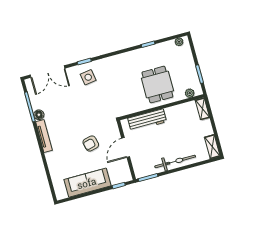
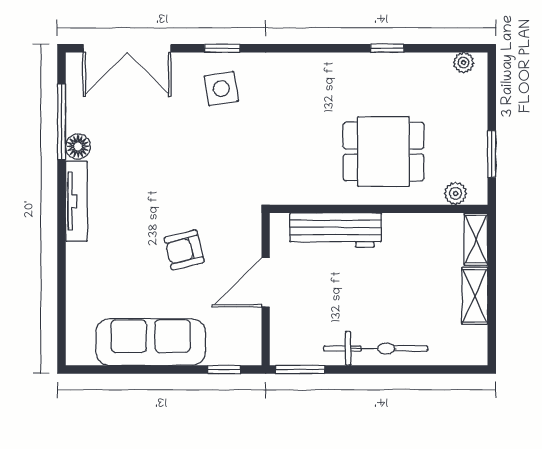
dining table: (157, 85) -> (383, 152), turned 90
shelving: (212, 147) -> (475, 296), moved

